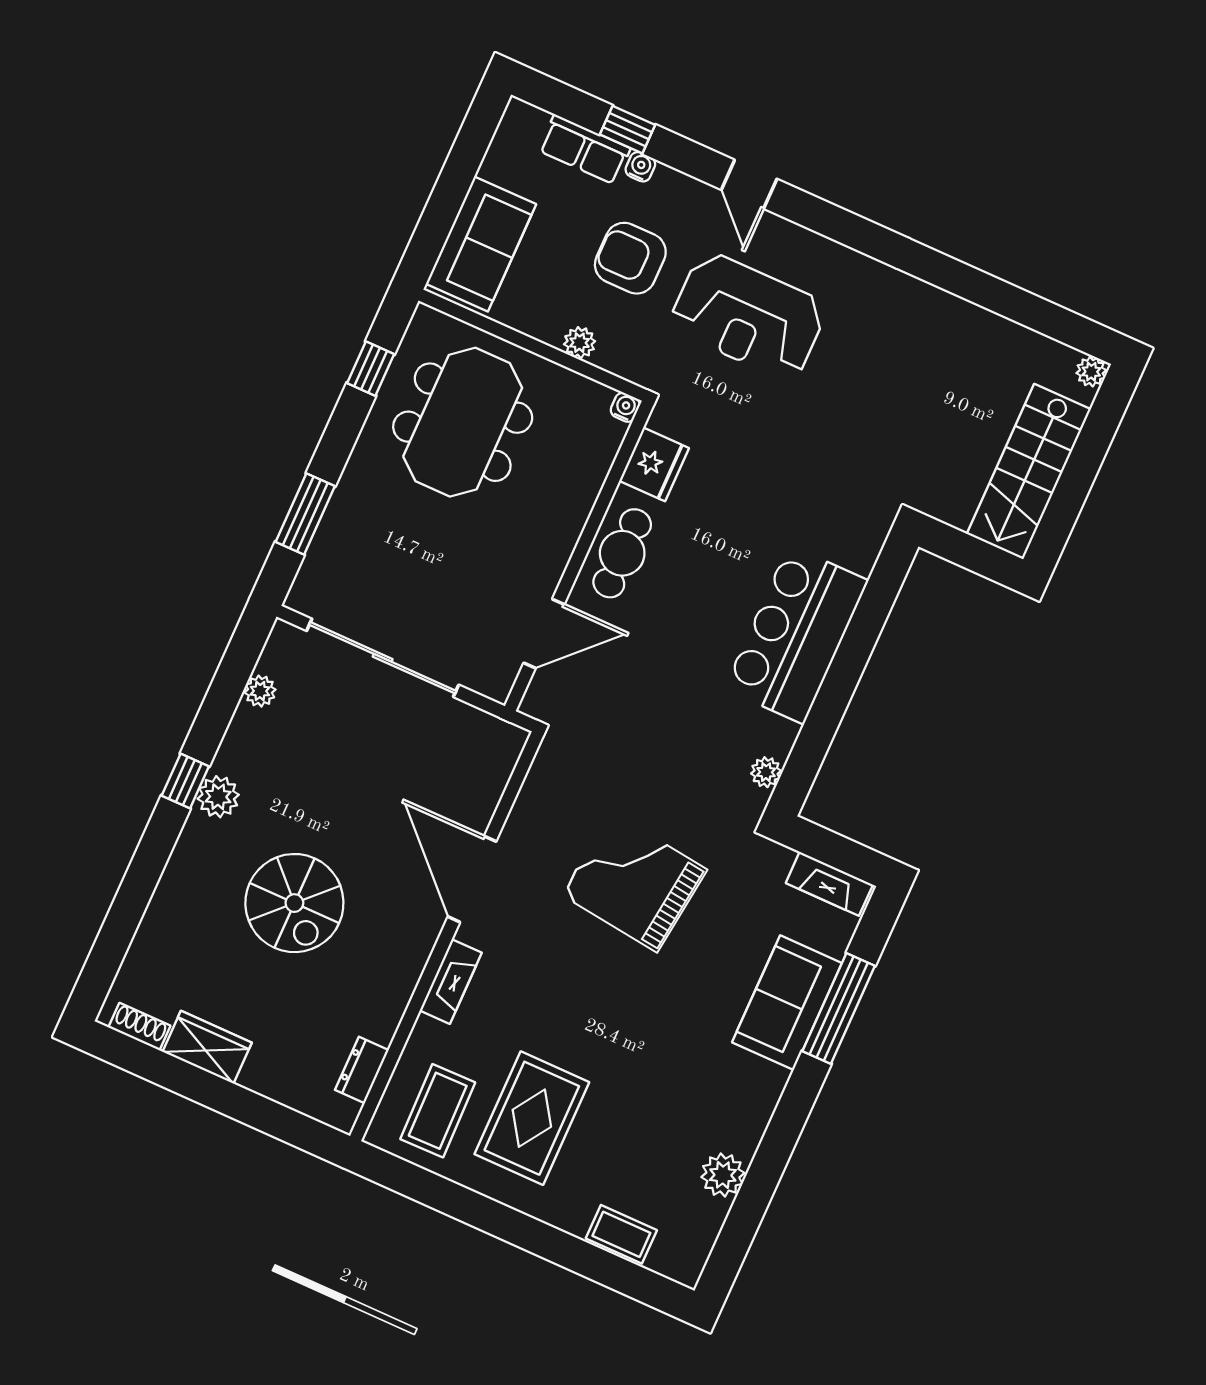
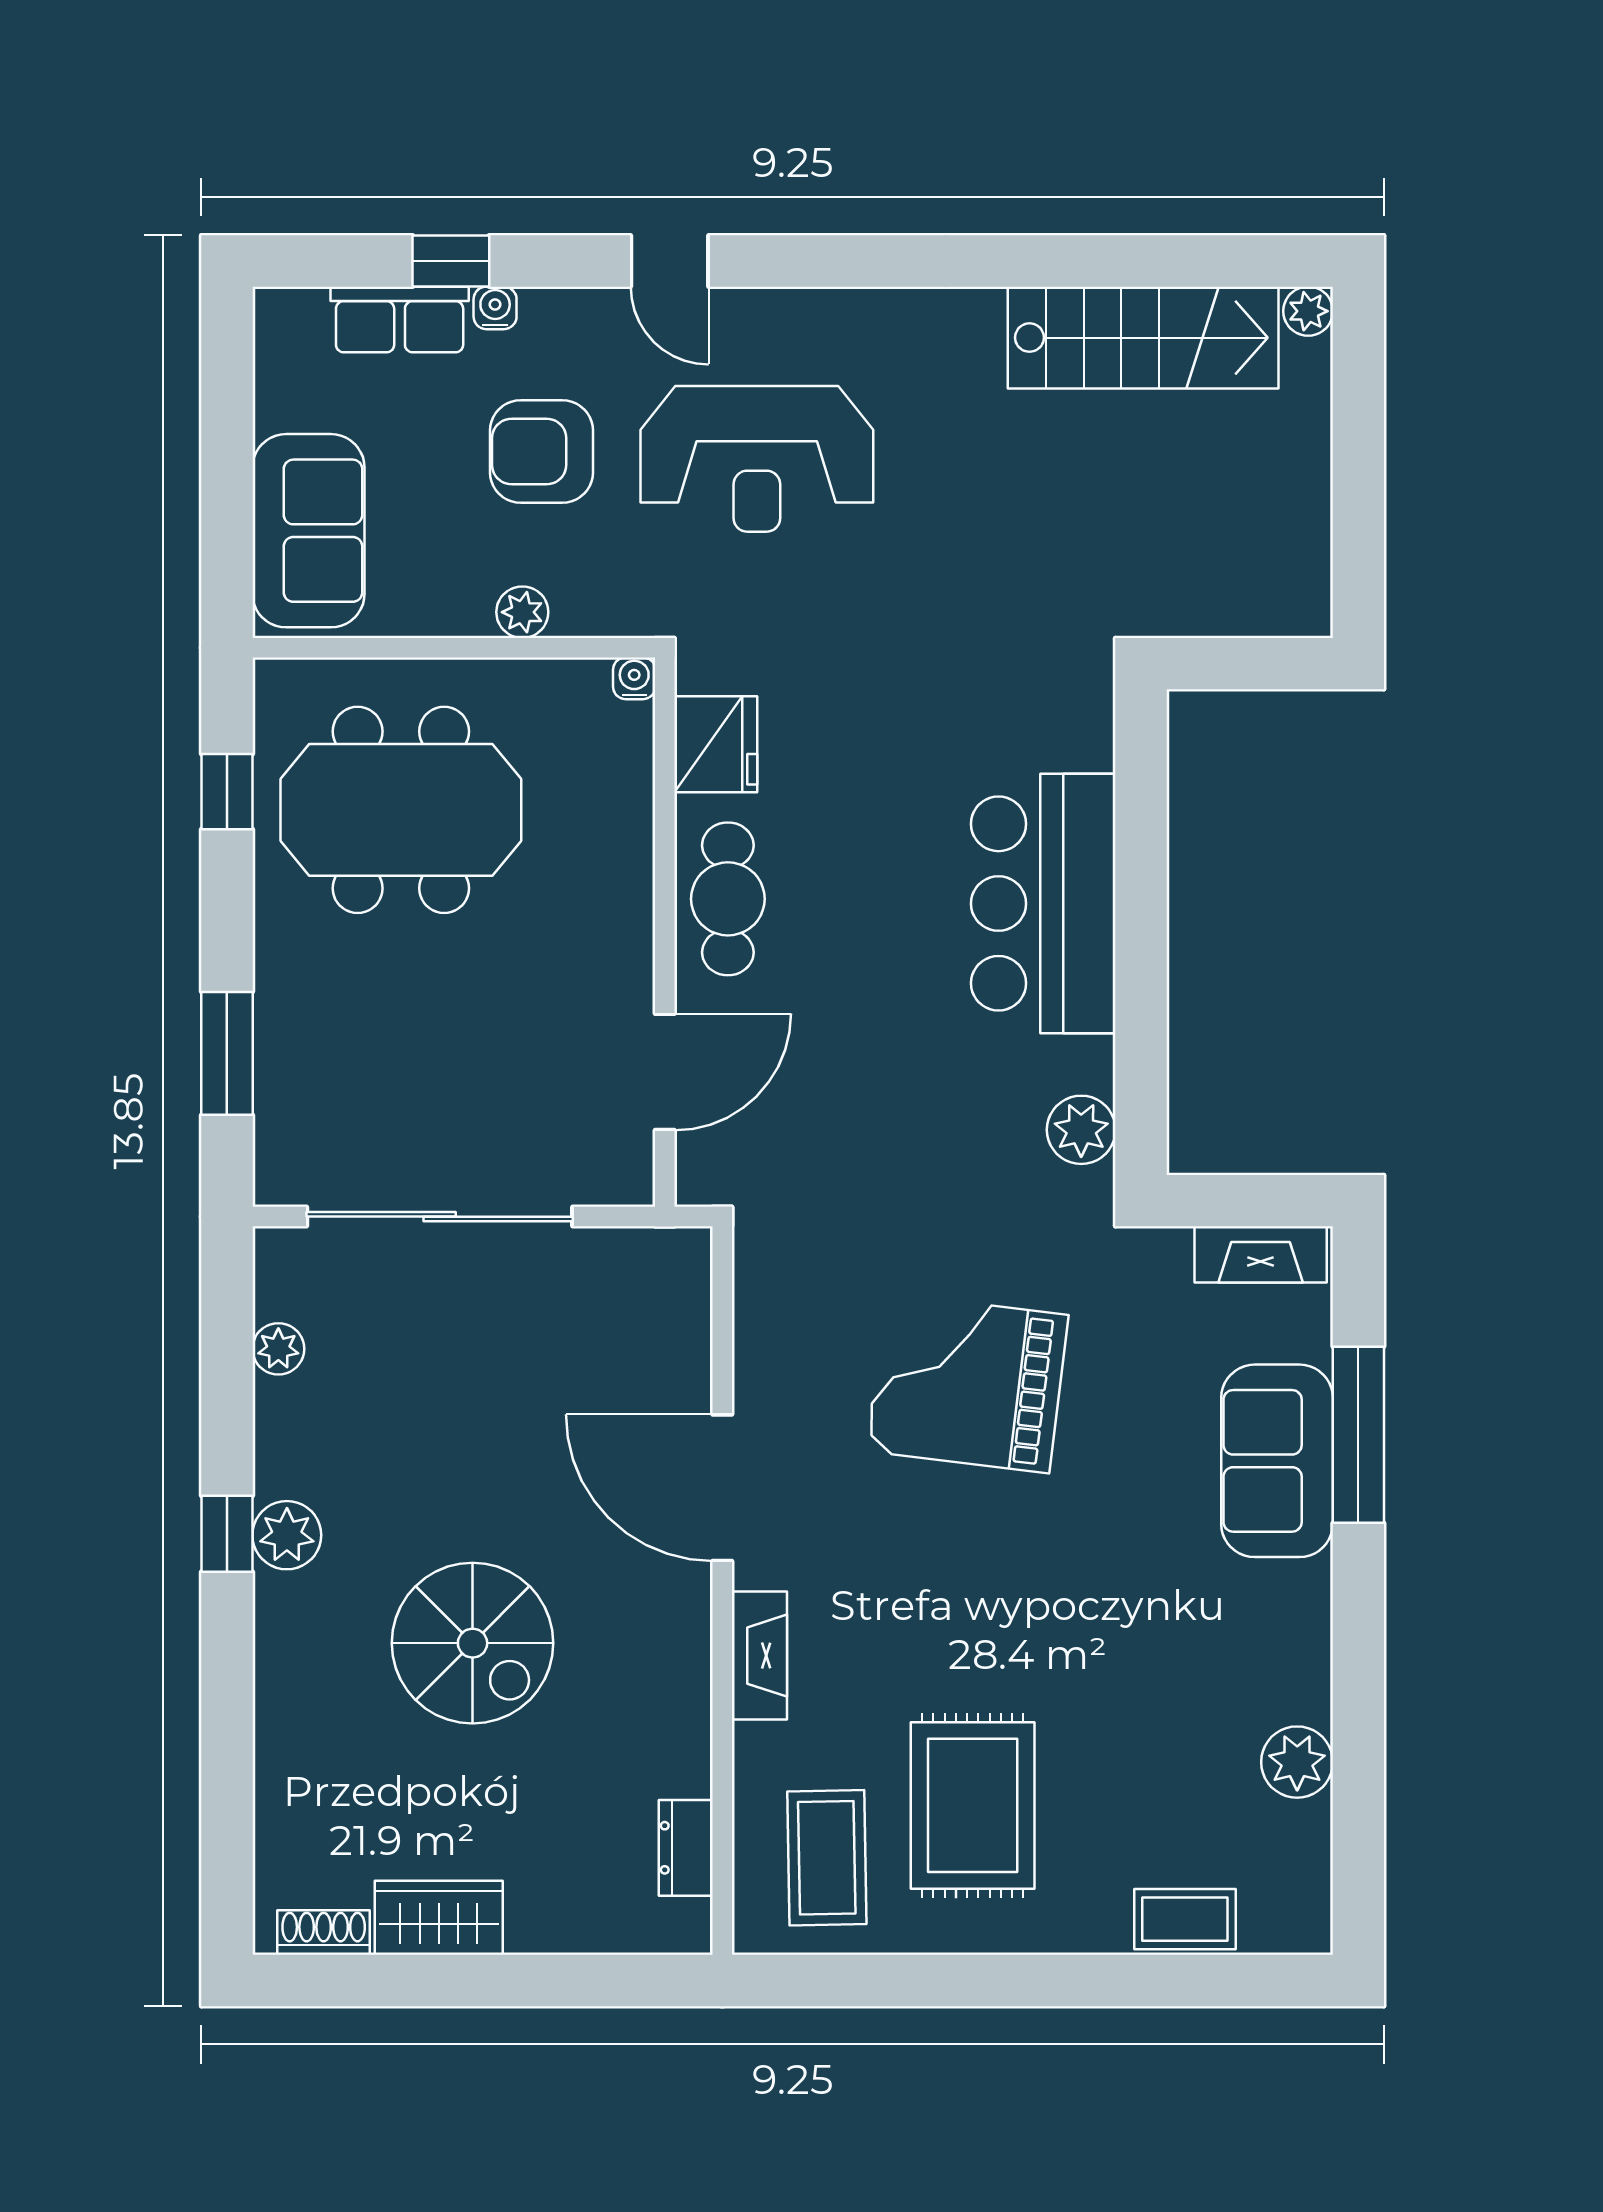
meeting table: (463, 422) -> (401, 810), turned 90
stairs: (1029, 472) -> (1143, 338), moved, turned -90
plant: (766, 772) -> (1081, 1130), width x1.38, depth x1.38

